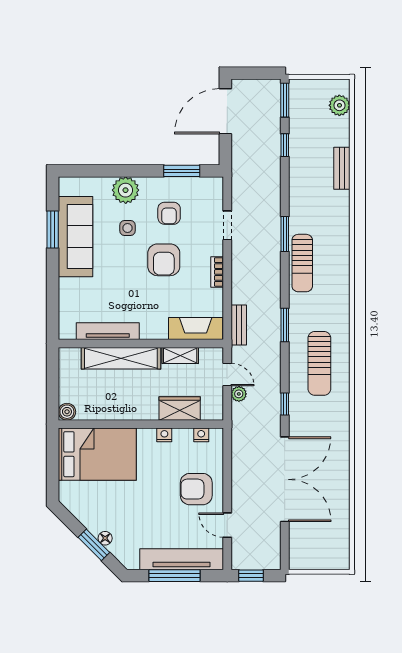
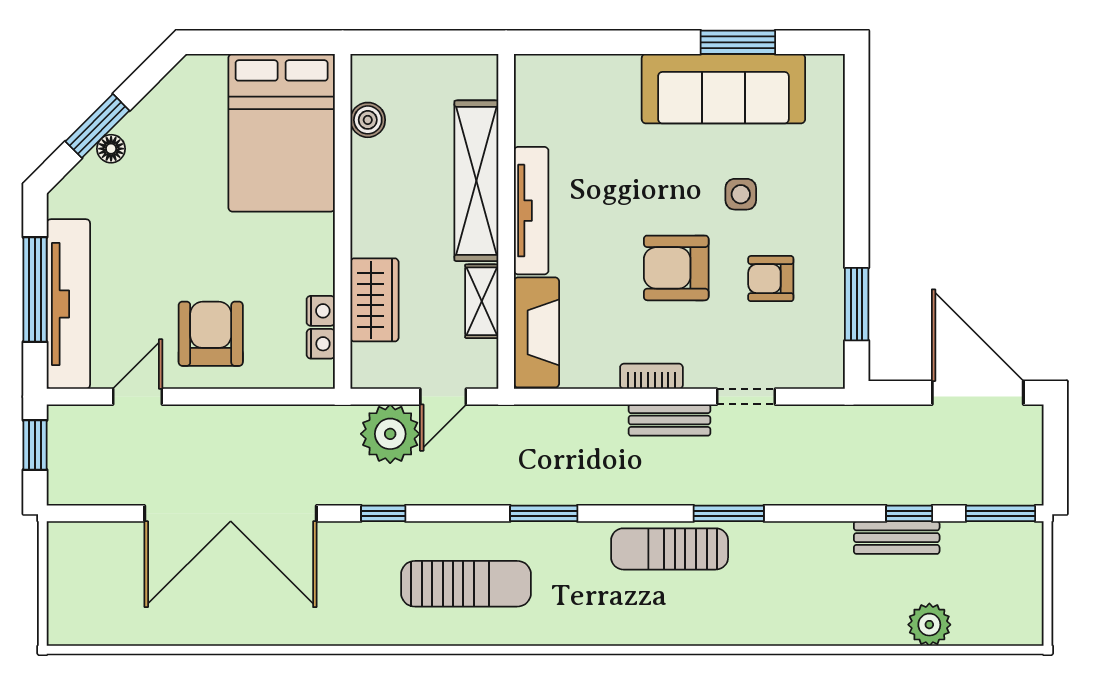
plant: (339, 105) -> (929, 625), moved
bench: (342, 168) -> (897, 538), moved
plant: (126, 190) -> (818, 190), removed
bench: (239, 325) -> (669, 420), moved
tv unit: (108, 331) -> (531, 211), moved
sun lounger: (319, 363) -> (466, 584), turned 180
plant: (239, 394) -> (390, 434), width x1.88, depth x1.88
boiler: (67, 412) -> (368, 120), moved
nightstand: (164, 435) -> (321, 311), moved

